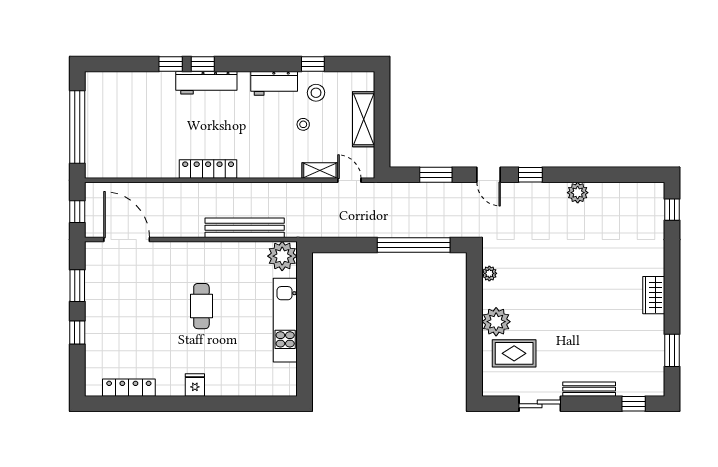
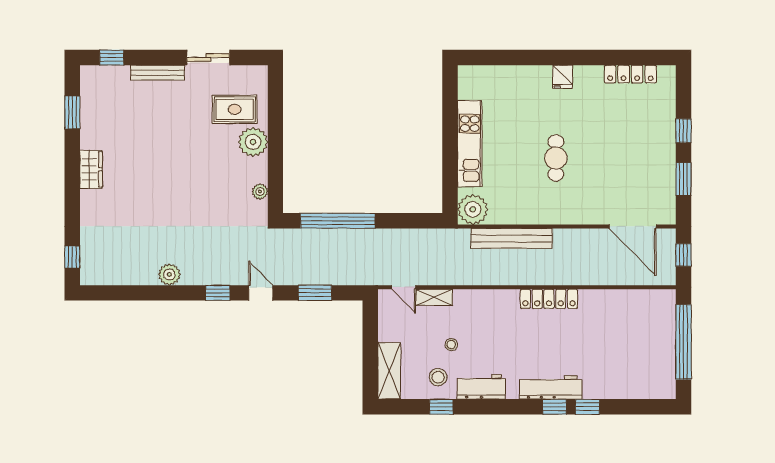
shelving: (364, 119) -> (389, 371), moved

